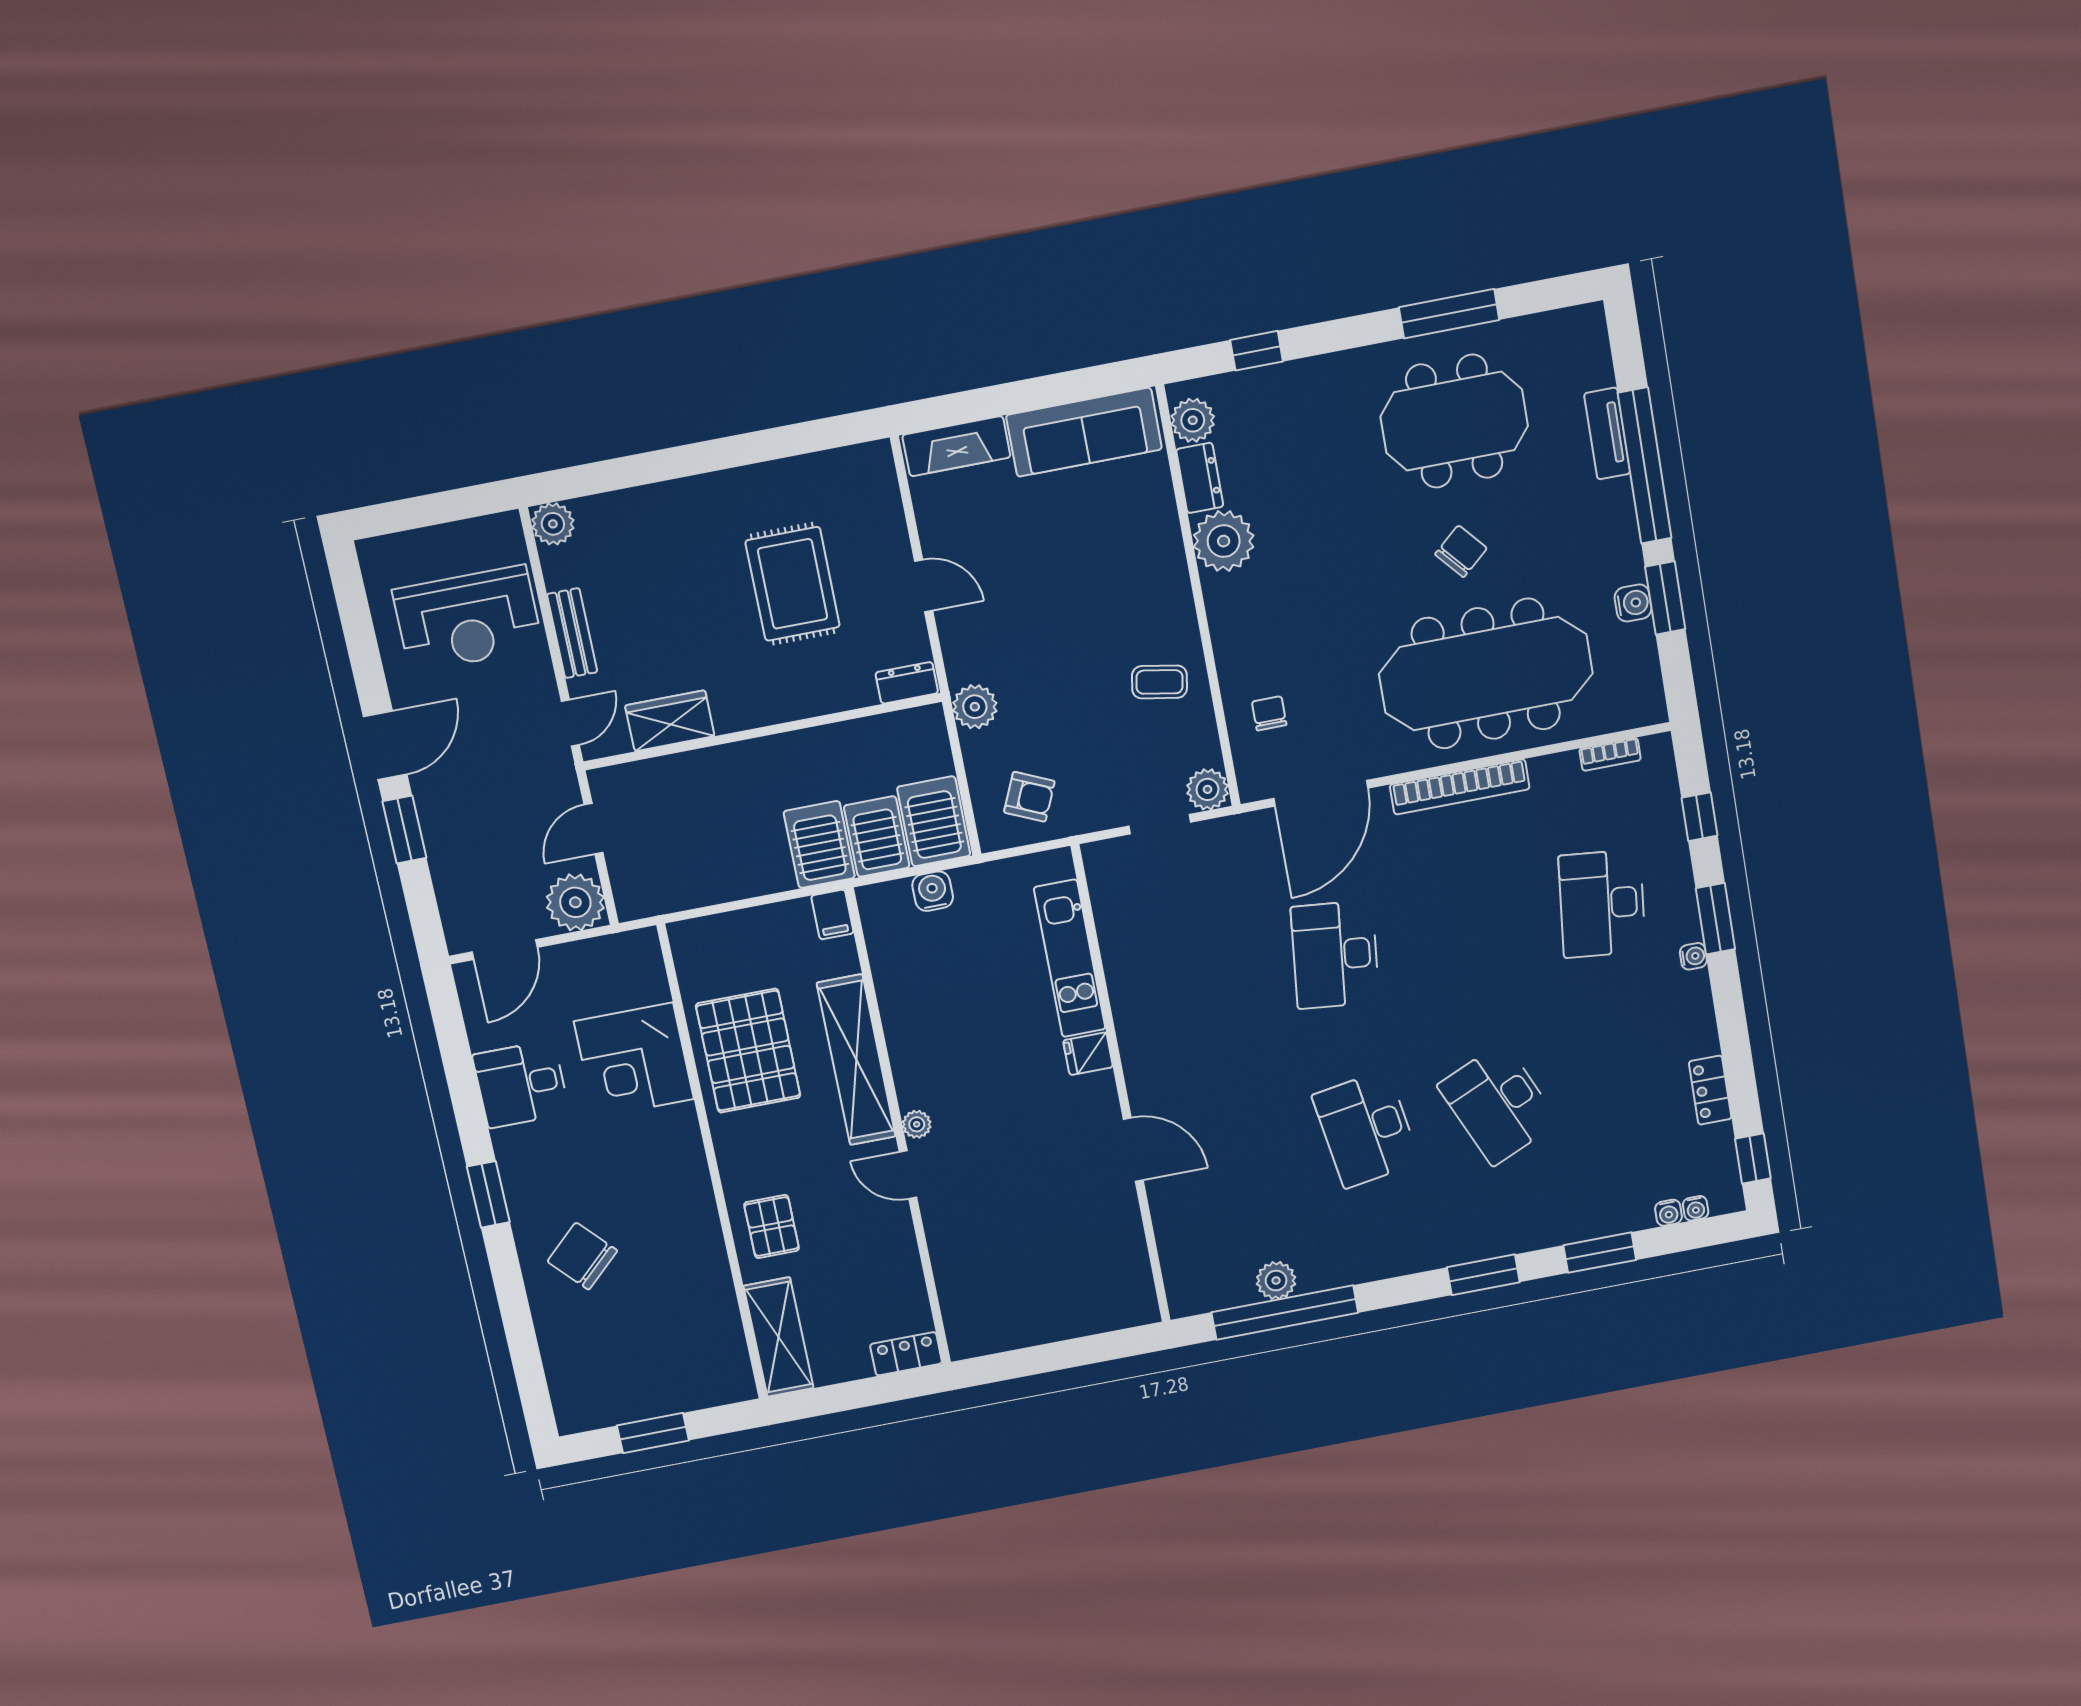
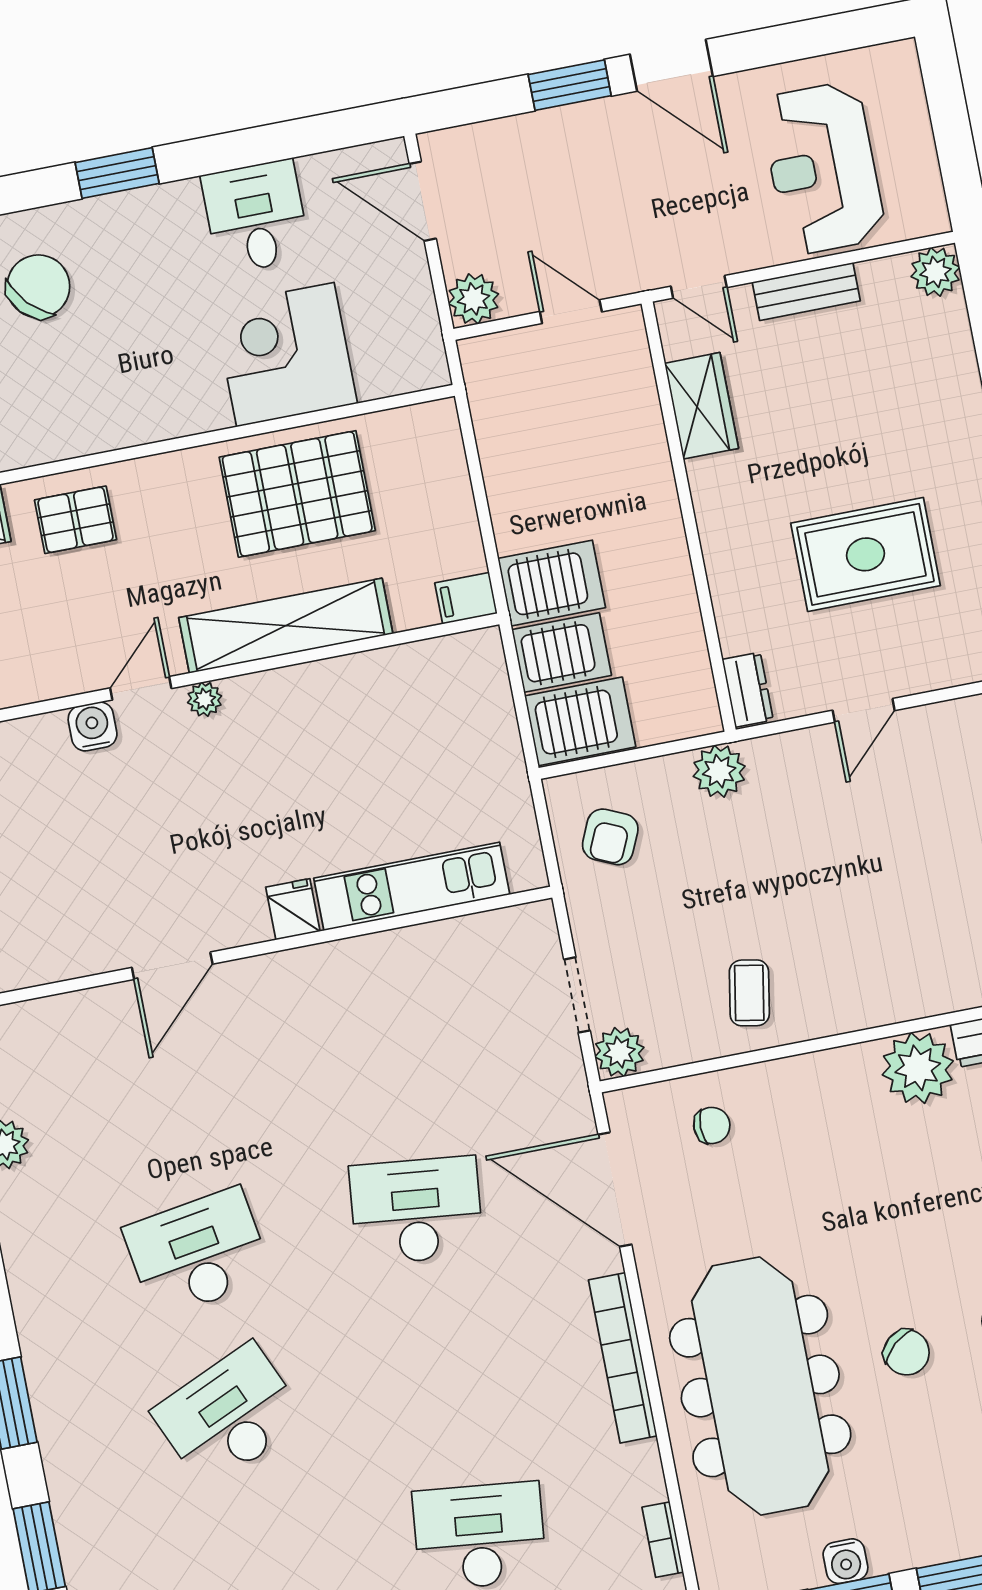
water cooler: (933, 891) -> (93, 726), moved, turned -90
plant: (575, 902) -> (474, 299), width x0.73, depth x0.73

